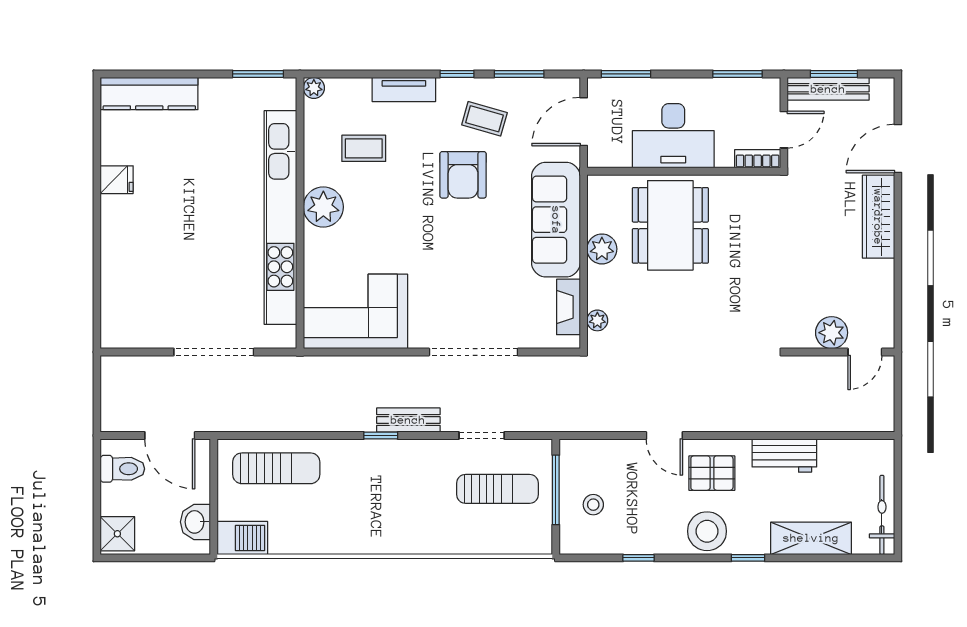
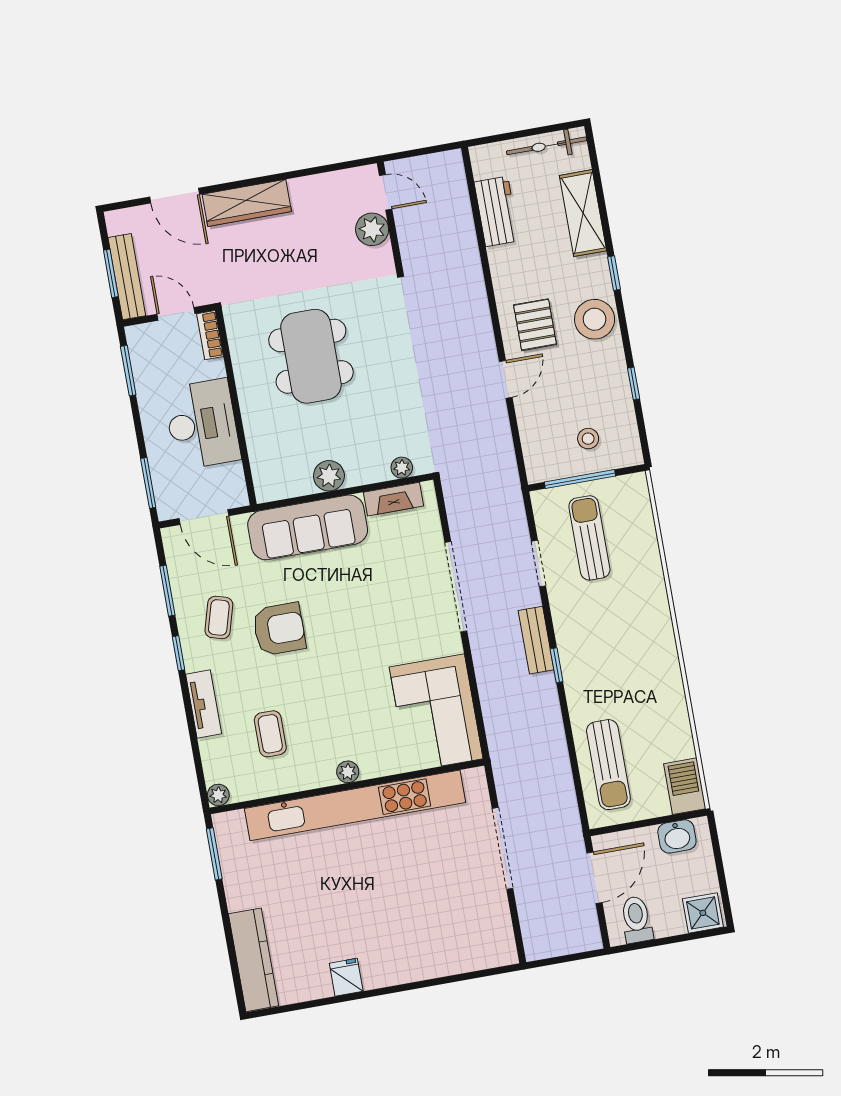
plant: (323, 207) -> (348, 772), width x0.53, depth x0.53
dining table: (670, 225) -> (311, 356), moved, turned 90
workbench: (784, 456) -> (497, 211), moved
sun lounger: (276, 468) -> (608, 765), turned 180

